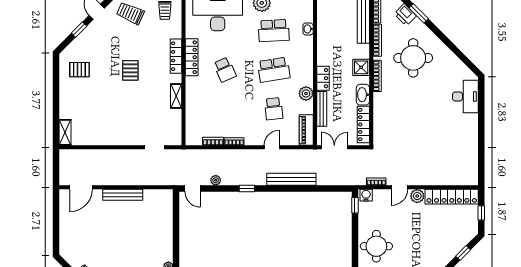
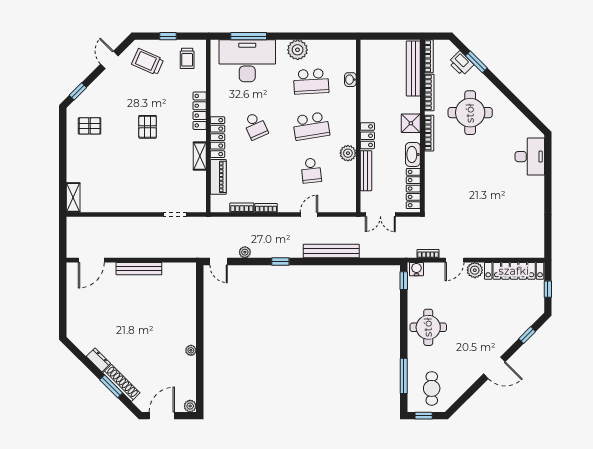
window: (79, 30) -> (78, 91), moved
locker: (192, 57) -> (217, 137), moved
piano: (306, 130) -> (218, 177), moved, turned 180
double door: (334, 147) -> (380, 214), swing flipped

